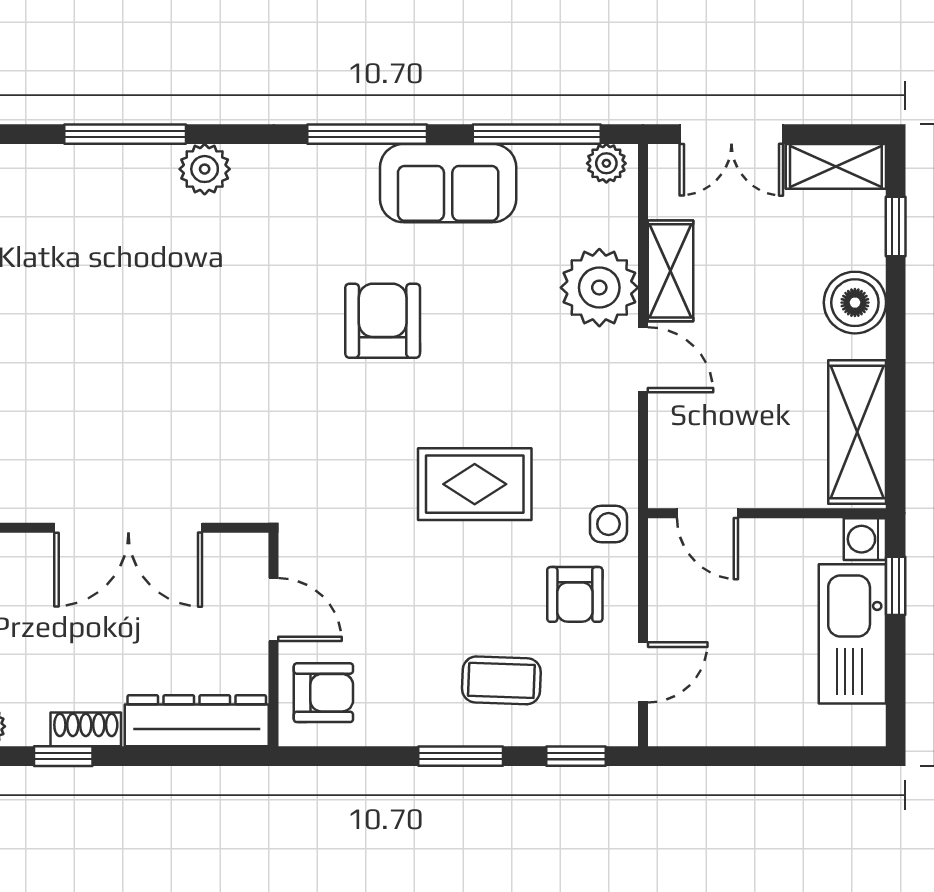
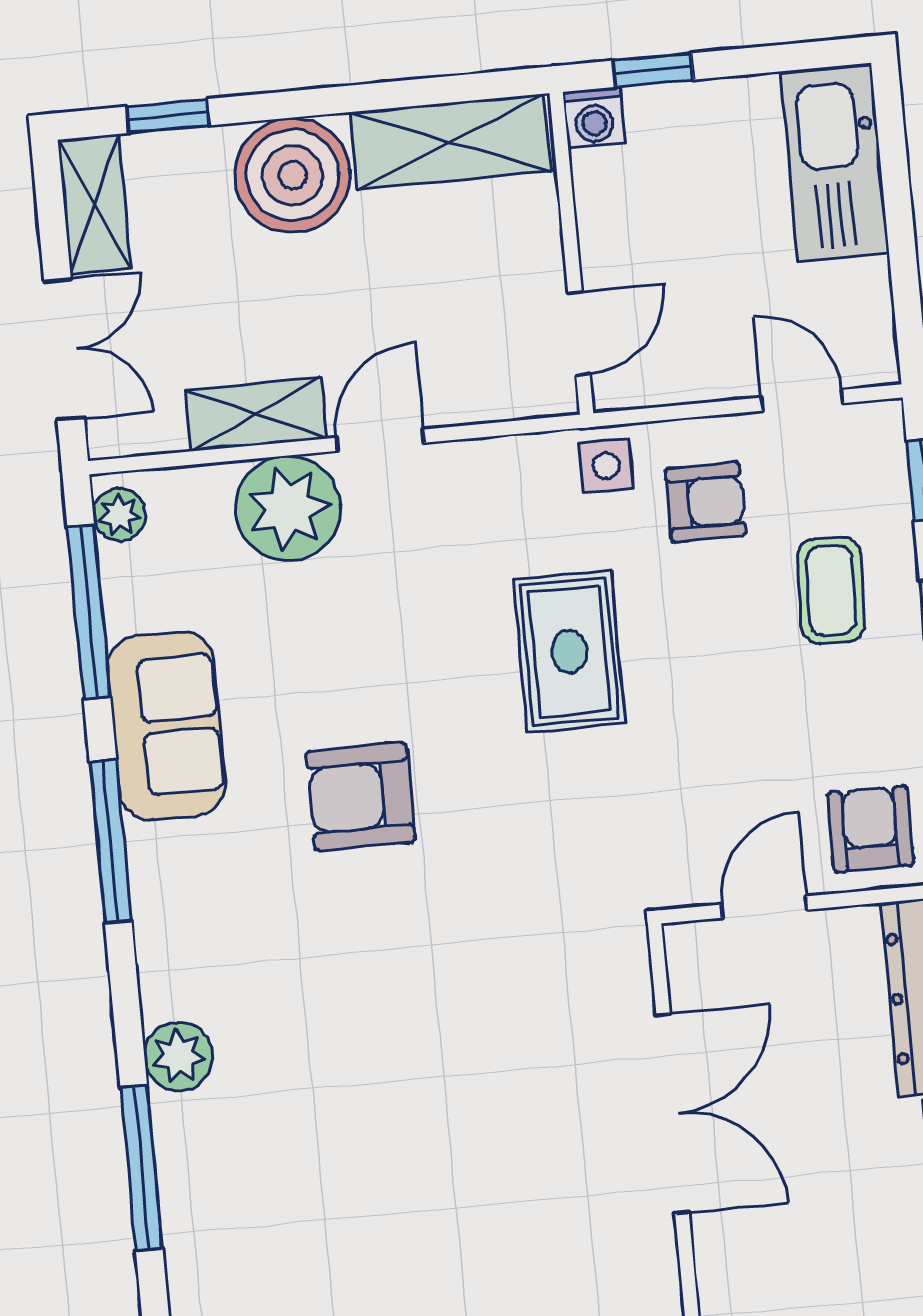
boiler: (855, 303) -> (293, 175), width x1.37, depth x1.37
kitchen sink: (852, 634) -> (835, 164), moved, turned 90

